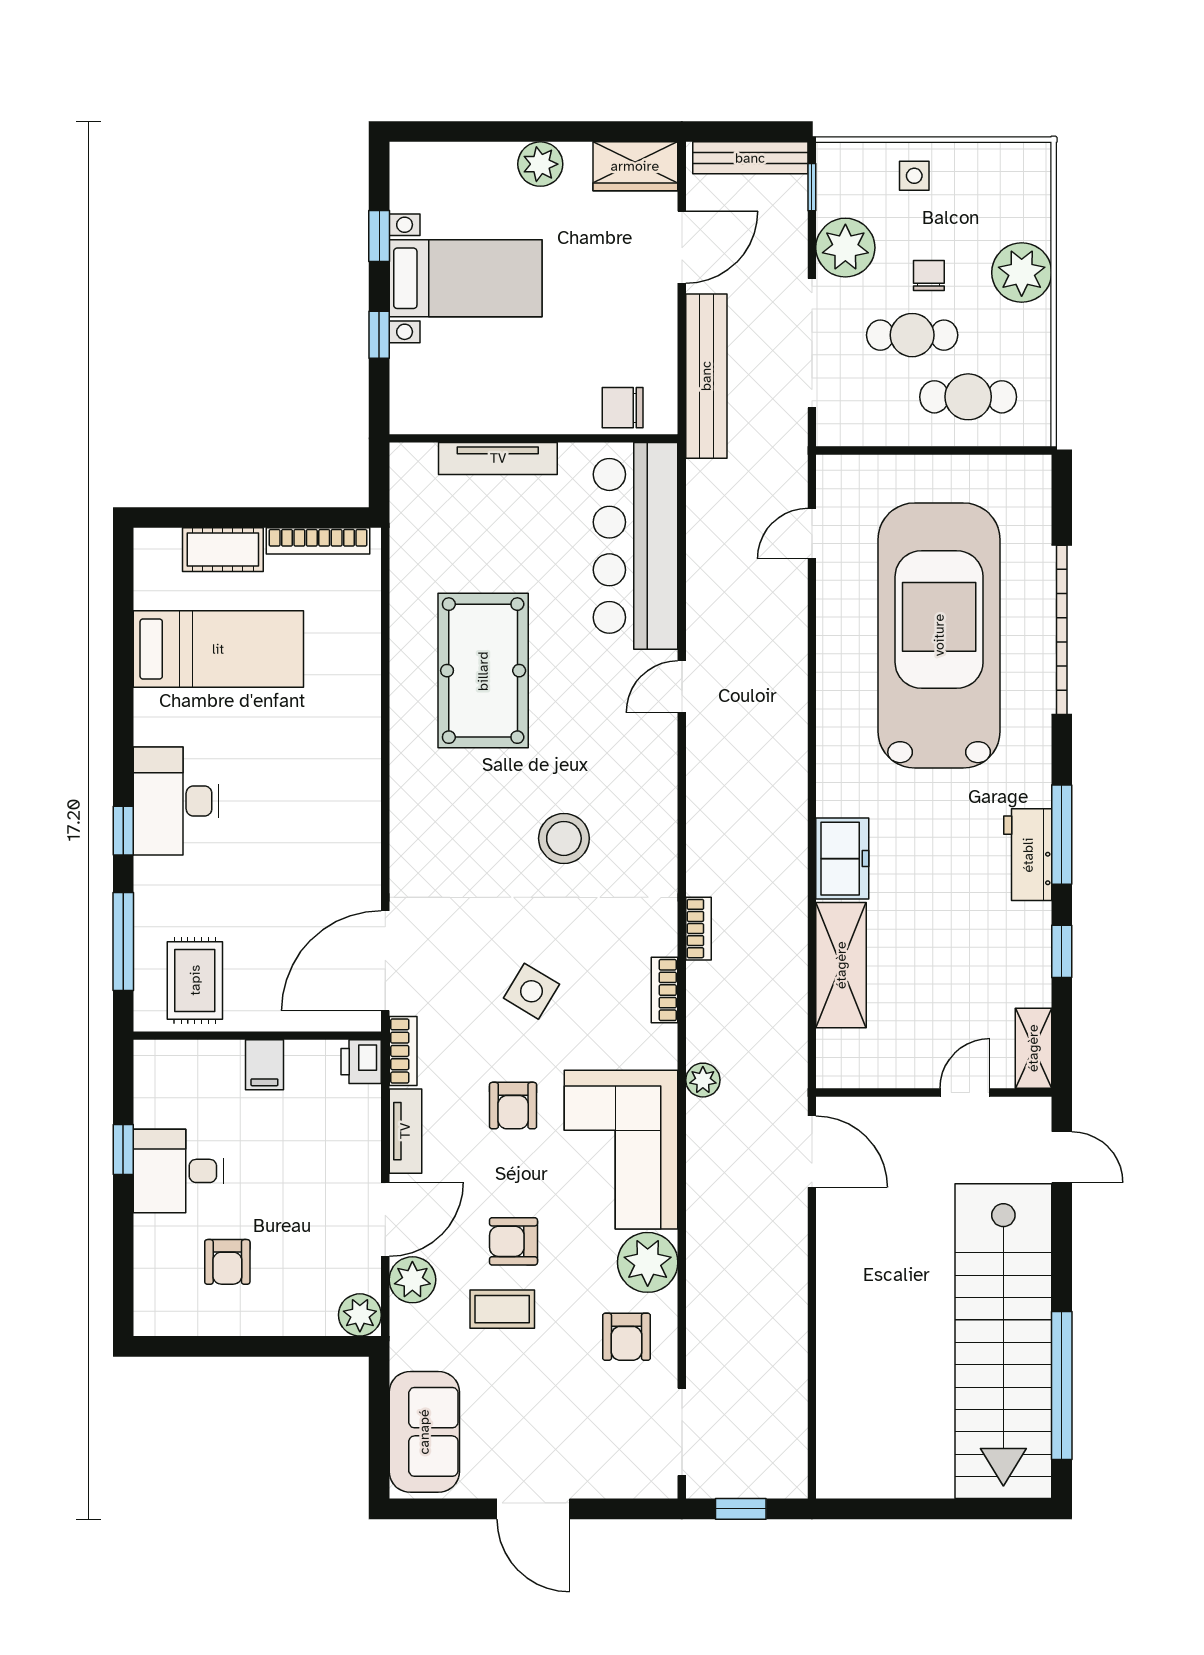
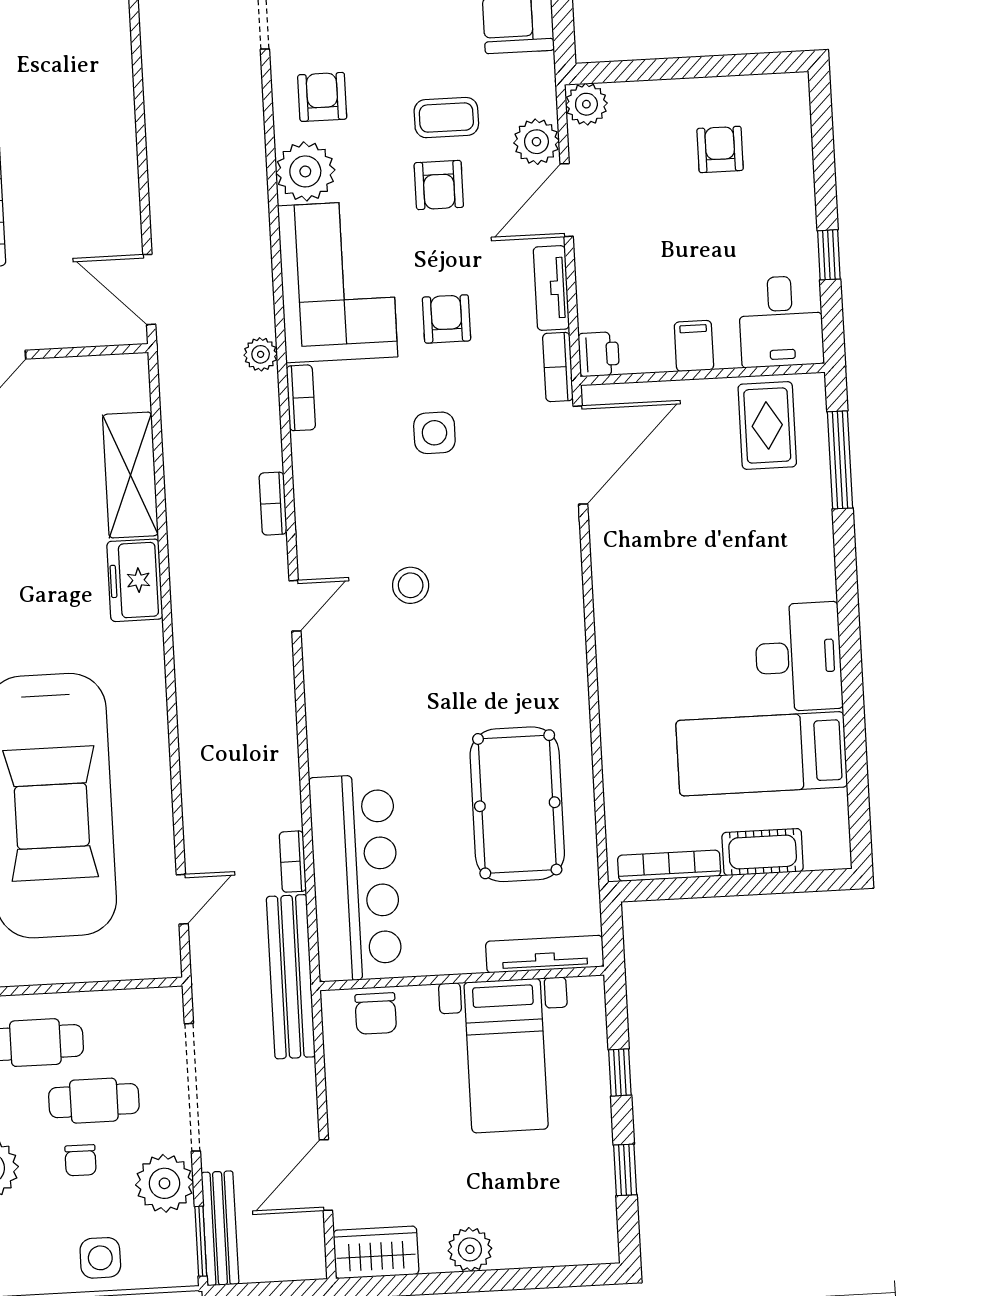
bench: (750, 158) -> (220, 1228), moved, turned 90
side table: (914, 176) -> (100, 1258), width x1.37, depth x1.37
window: (812, 187) -> (201, 1241), width x1.50
bed with nightstands: (466, 278) -> (506, 1056), moved, turned -90
bench: (706, 376) -> (291, 977), moved
chair: (623, 408) -> (376, 1013), turned 90
tv unit: (498, 458) -> (545, 954), moved
bookcase: (698, 566) -> (293, 862), added
pool table: (483, 671) -> (517, 804), moved
door: (682, 687) -> (295, 606), moved
desk: (176, 801) -> (798, 657), moved
window: (123, 831) -> (846, 569), removed
stool: (564, 838) -> (411, 585), width x0.73, depth x0.73
bookcase: (665, 990) -> (301, 398), moved
side table: (531, 991) -> (434, 433), turned -31
desk: (178, 1171) -> (781, 321), moved, turned 90
armchair: (513, 1241) -> (439, 185), turned 90

